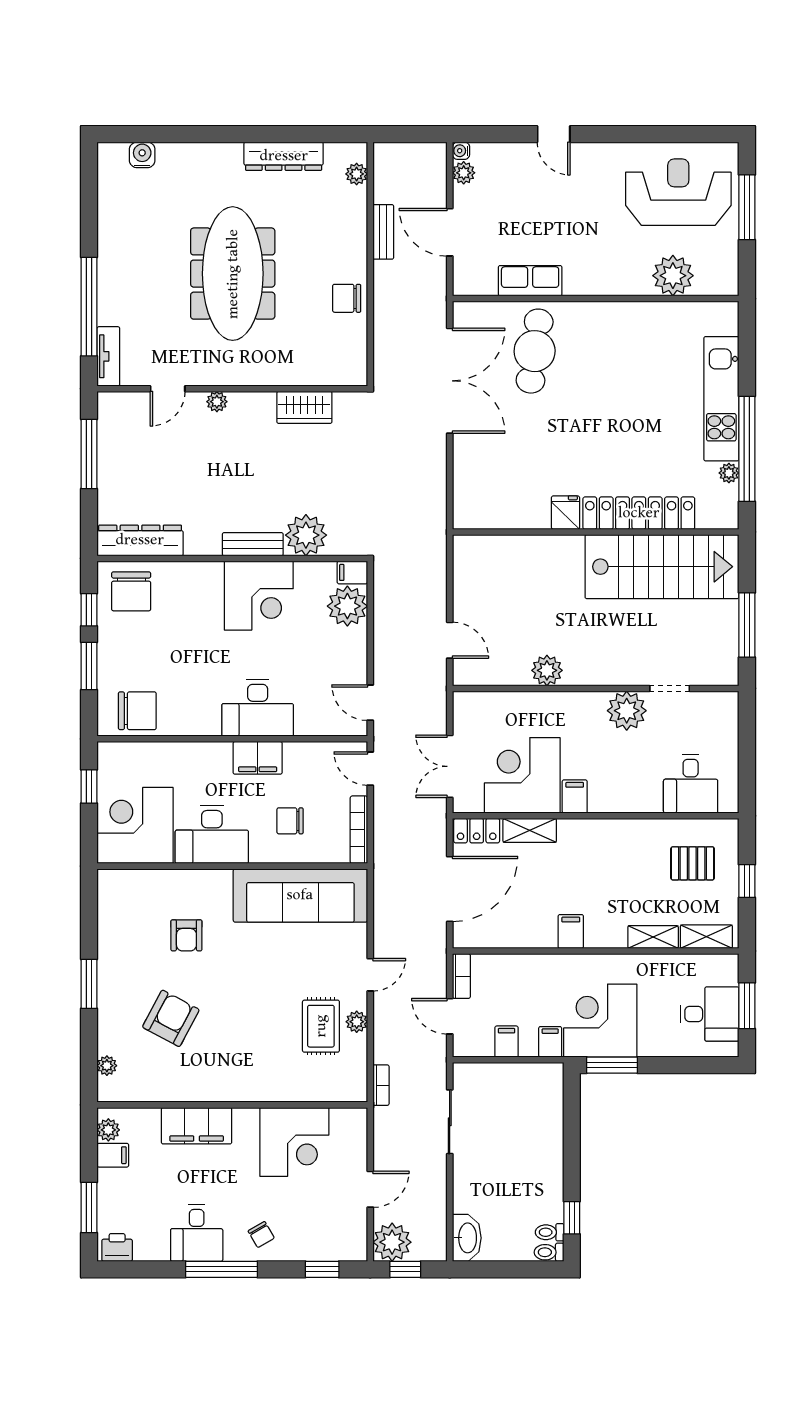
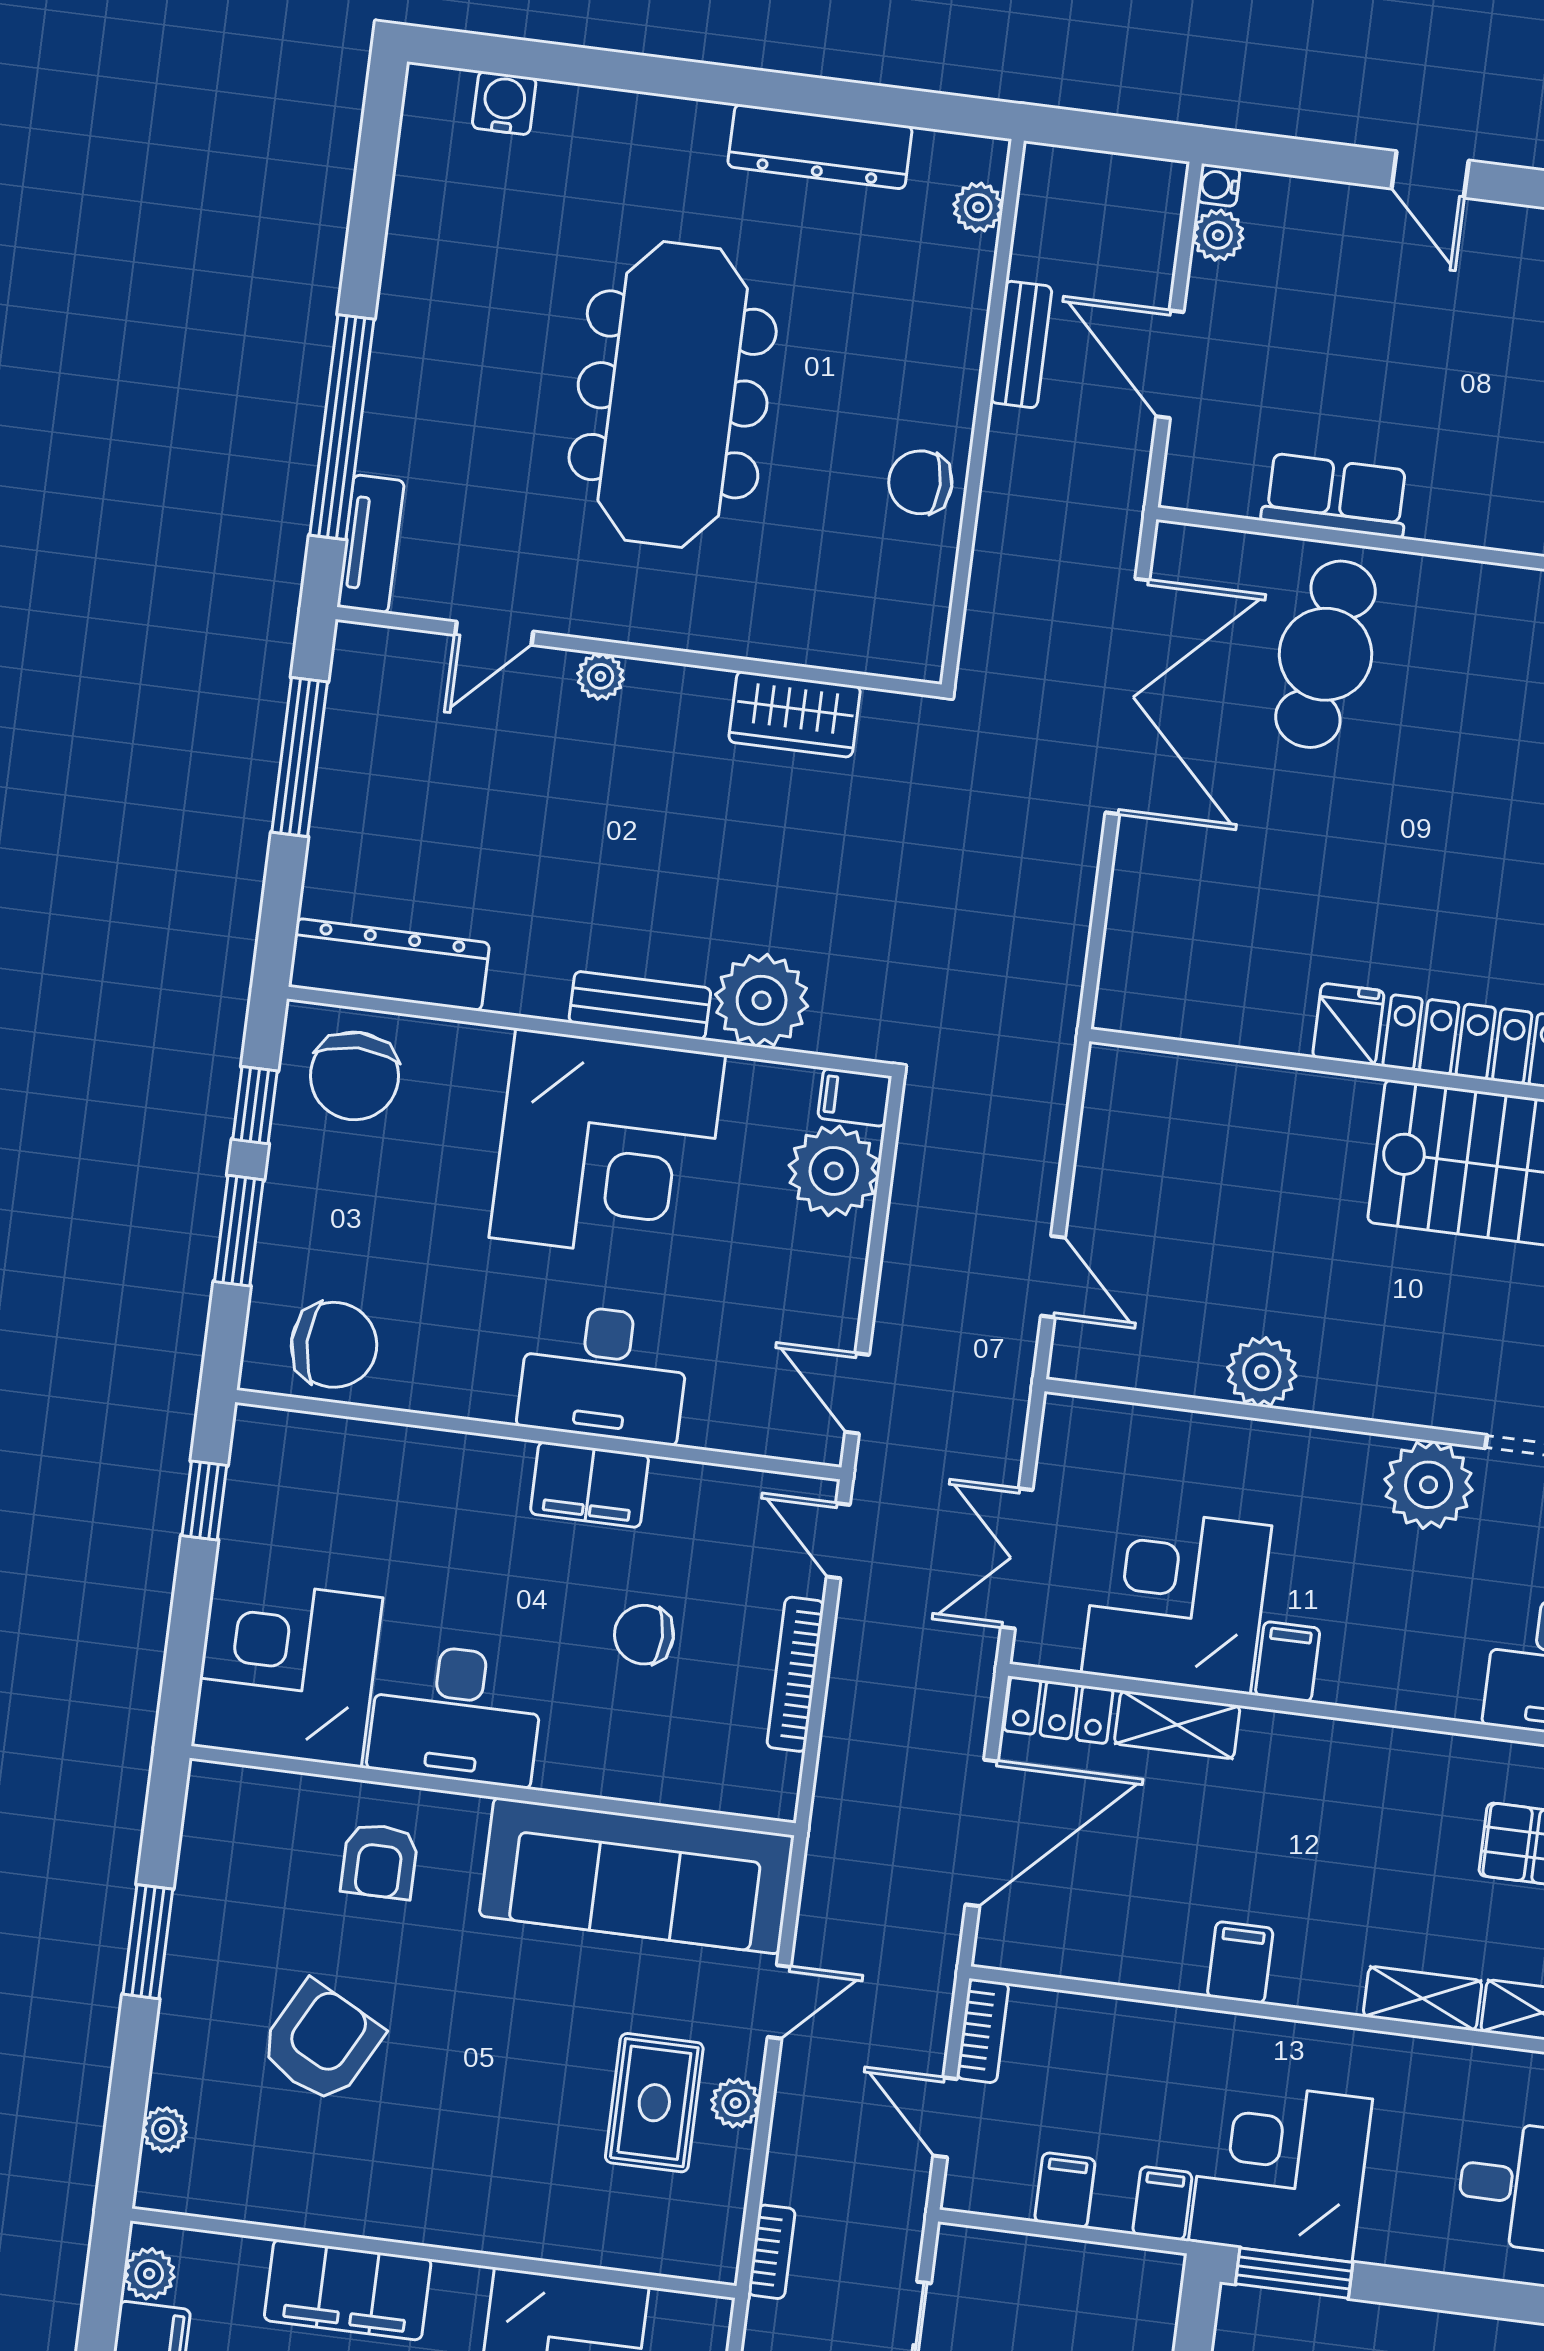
corner desk: (259, 596) -> (607, 1146), width x1.36, depth x1.36
corner desk: (135, 825) -> (287, 1672), moved
desk: (212, 835) -> (456, 1714), moved
wall: (232, 866) -> (493, 1791), moved
sofa: (300, 895) -> (637, 1876), moved

